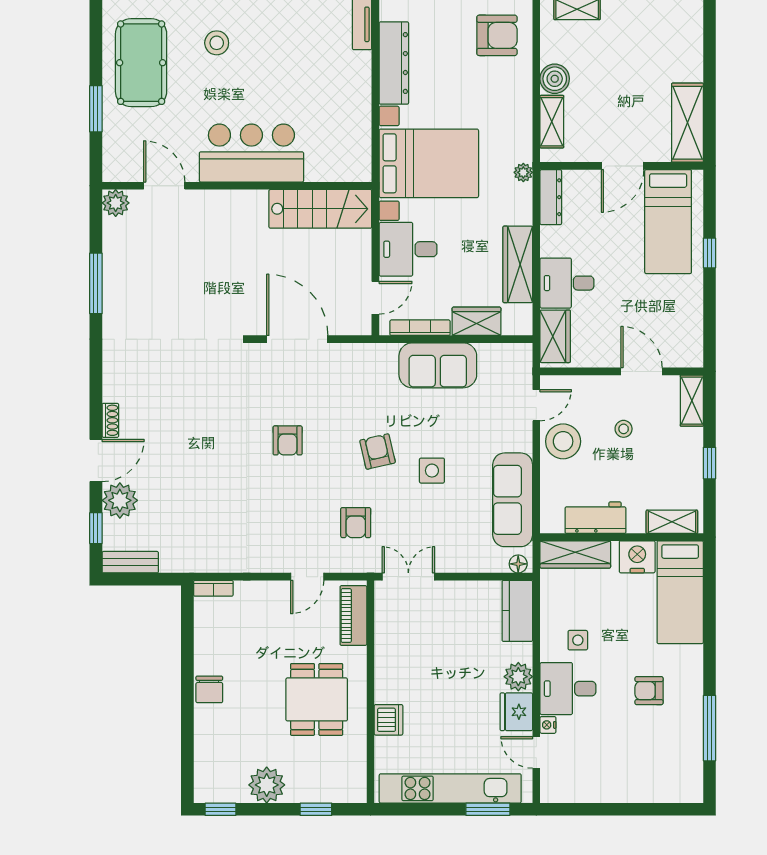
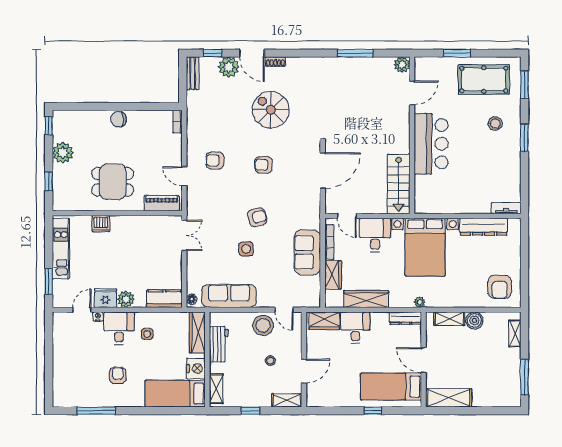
spiral stairs: (193, 428) -> (271, 110), added
armchair: (356, 523) -> (215, 160), moved
kitchen unit: (450, 788) -> (61, 249), width x0.73

